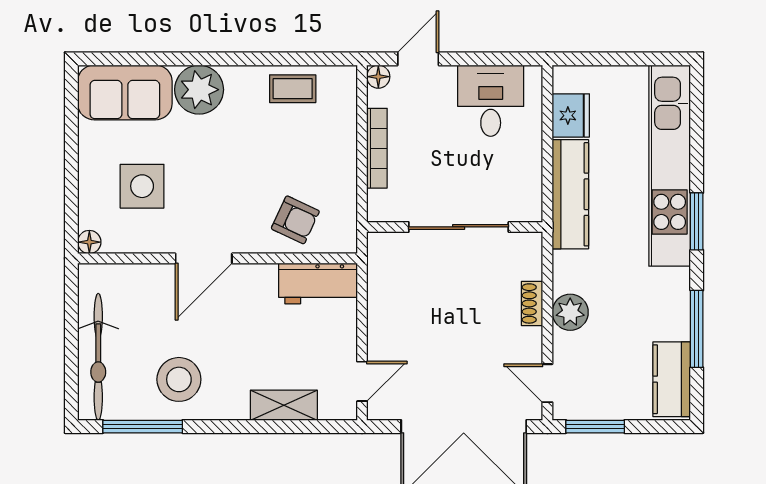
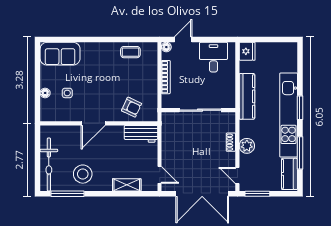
plant: (199, 90) -> (91, 52), removed
fridge: (571, 115) -> (247, 51), moved
kitchen unit: (670, 166) -> (289, 115), moved
side table: (142, 186) -> (67, 93), width x0.54, depth x0.54
floor lamp: (89, 242) -> (45, 93), moved
door: (362, 381) -> (160, 175), hinge flipped

